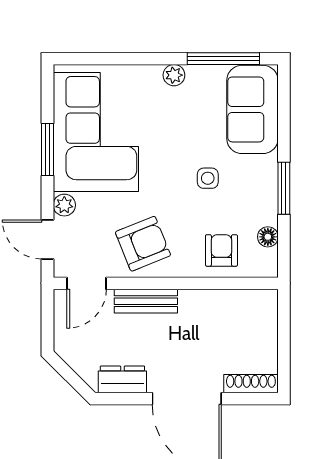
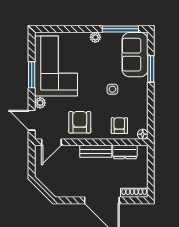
window: (284, 188) -> (151, 69), moved
floor lamp: (268, 237) -> (143, 134), moved
armchair: (143, 244) -> (80, 122), turned -68
bench: (146, 301) -> (96, 151), moved
dresser: (122, 379) -> (125, 152), moved, turned 180

